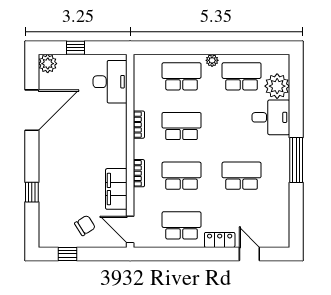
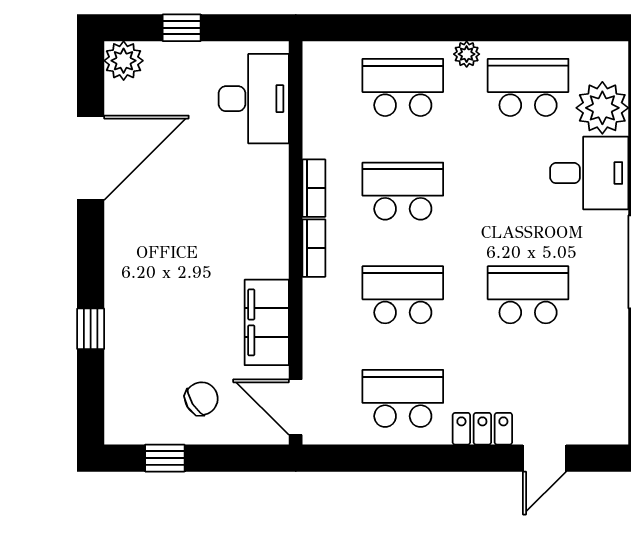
bookcase: (139, 173) -> (314, 248), moved
door: (249, 254) -> (545, 458), swing flipped

